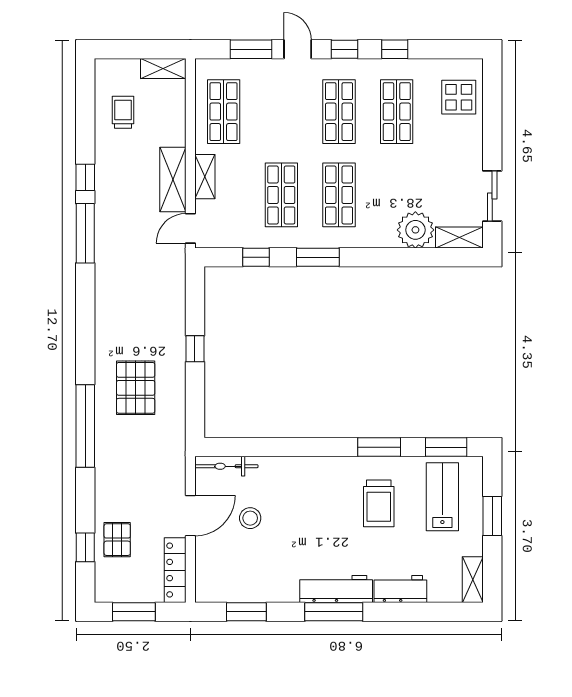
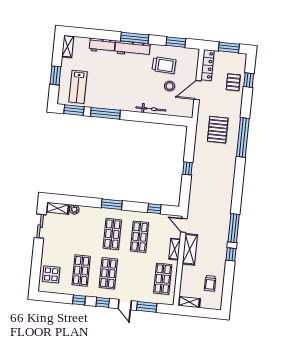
door: (190, 228) -> (184, 225), swing flipped
plant: (415, 230) -> (74, 209), width x0.53, depth x0.53
window: (318, 257) -> (112, 204), moved
pallet: (136, 388) -> (218, 130), moved
window: (379, 447) -> (105, 113), width x1.44
bicycle: (226, 466) -> (151, 109), moved
trolley: (379, 503) -> (164, 65), moved, turned 93

